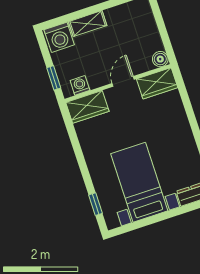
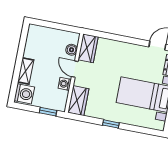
boiler: (160, 59) -> (72, 50), moved
washing machine: (80, 85) -> (65, 84), moved
window: (95, 204) -> (111, 124), moved

